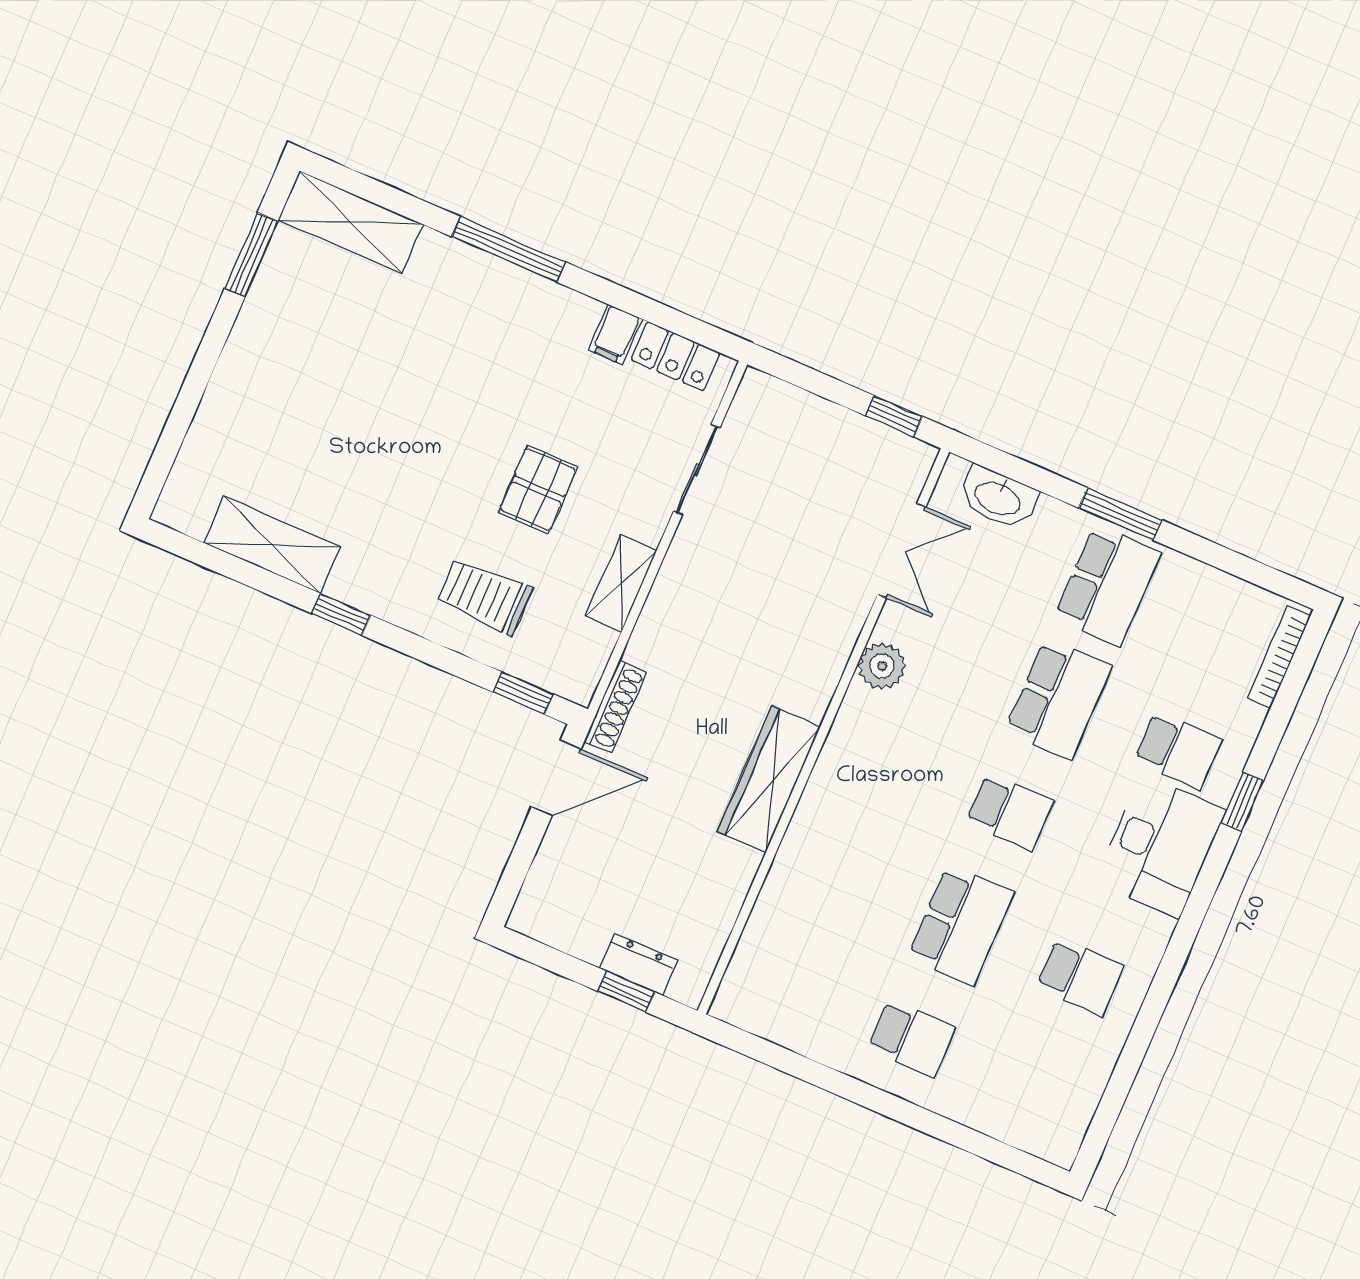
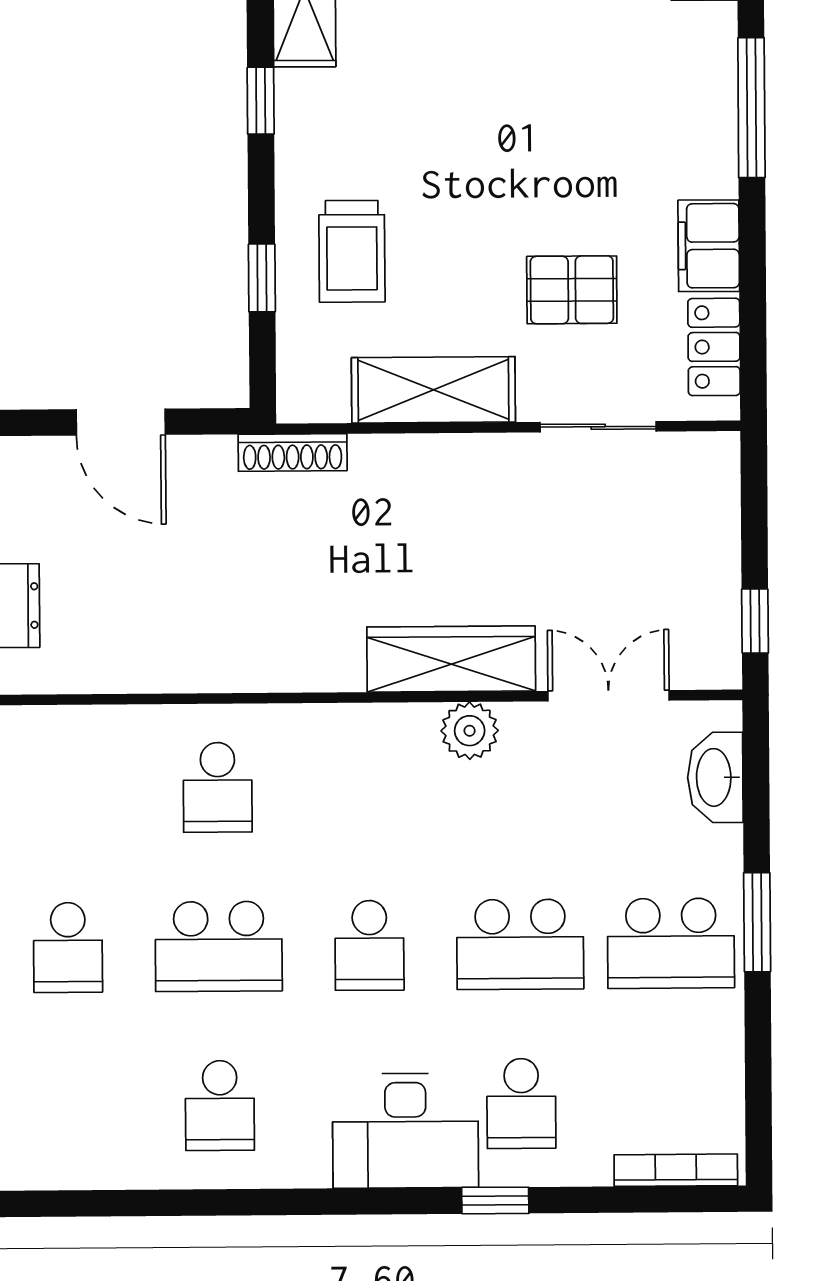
filing cabinet: (615, 334) -> (709, 246), width x2.00
pallet: (538, 489) -> (572, 290), moved
double door: (902, 551) -> (608, 696), swing flipped
shelving: (621, 583) -> (433, 390), width x1.50, depth x1.33
trolley: (484, 596) -> (352, 251), turned 180
window: (523, 693) -> (262, 278), moved
door: (556, 778) -> (121, 422), moved
wardrobe: (769, 779) -> (451, 659), moved
school desk: (841, 873) -> (218, 787), added

